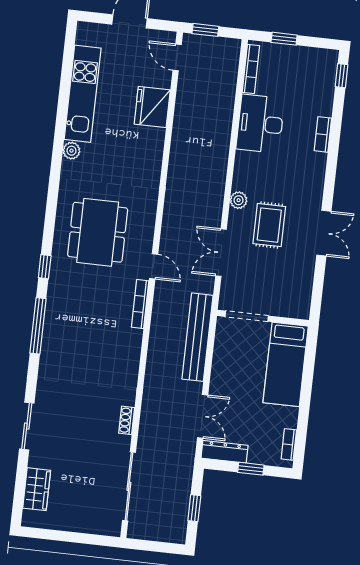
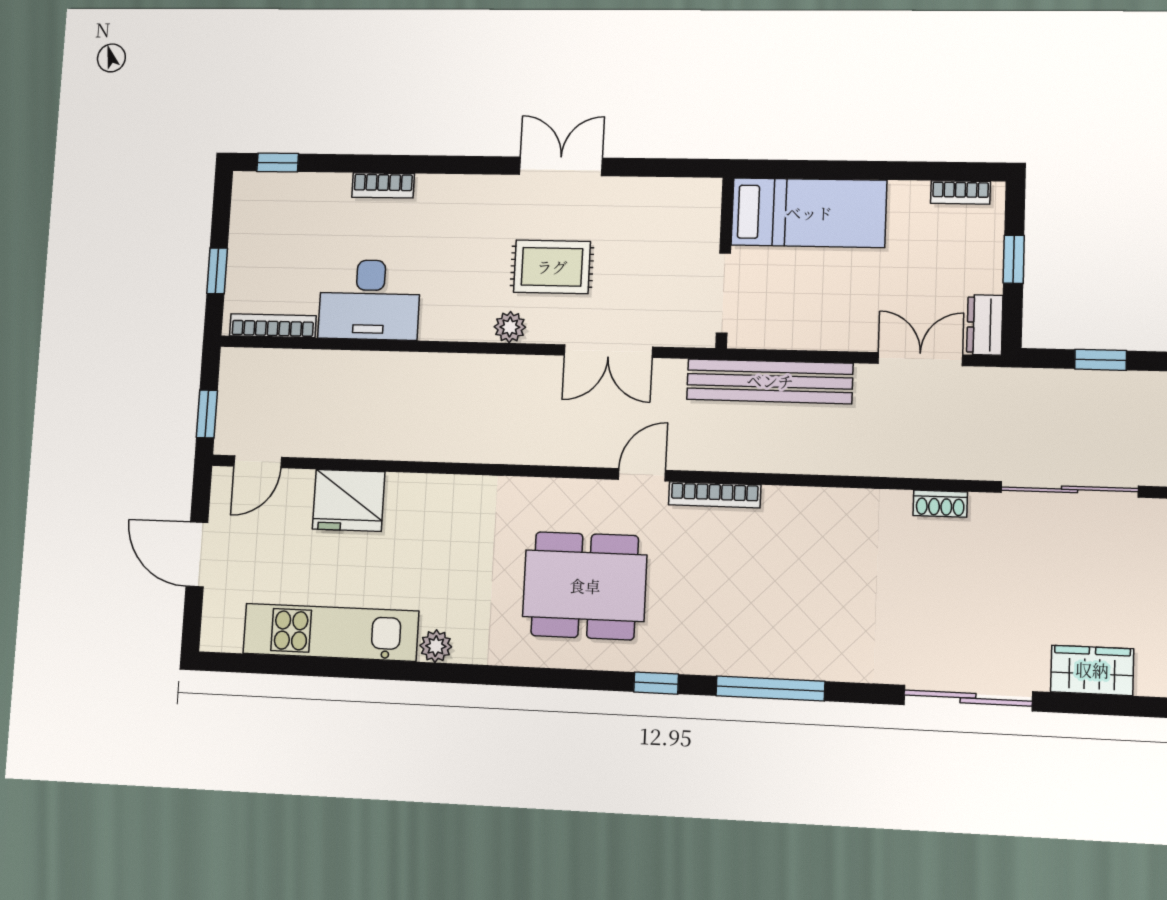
sliding door: (27, 426) -> (968, 698), width x1.37
dresser: (225, 452) -> (985, 325), width x0.70

